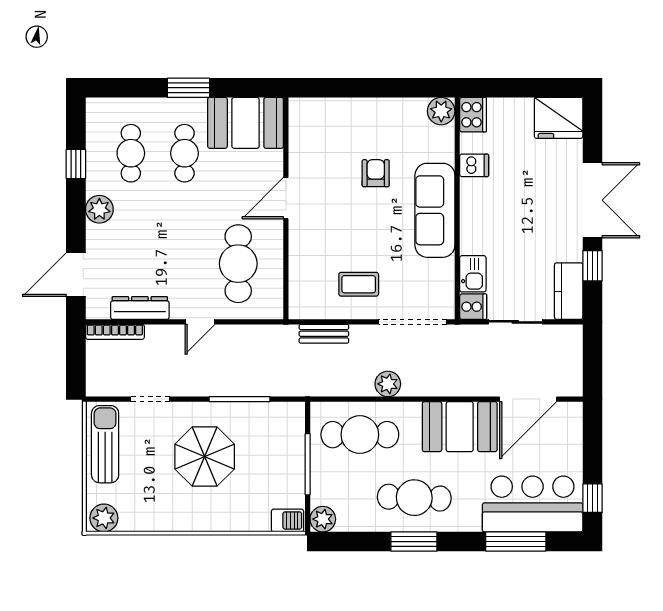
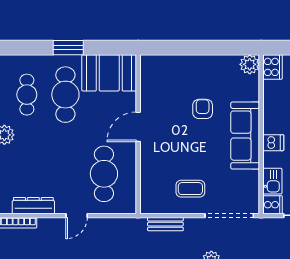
cafe table: (185, 153) -> (65, 95), width x1.37, depth x1.35
dishwasher: (474, 165) -> (273, 143), moved

